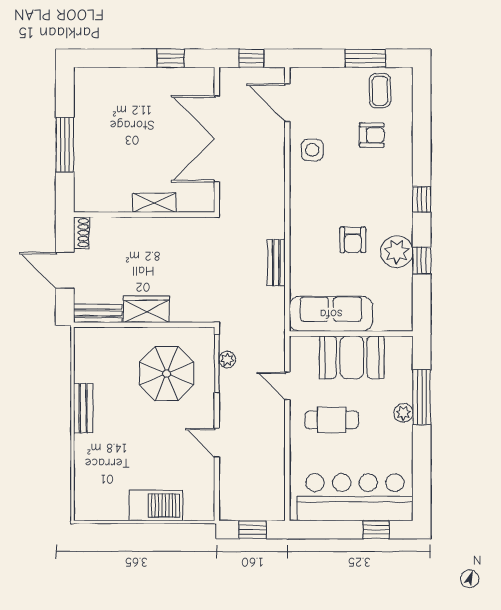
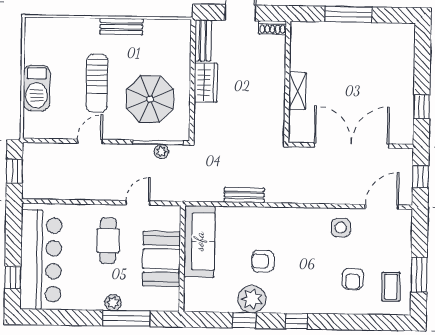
coffee table: (380, 91) -> (391, 287), turned 90
sun lounger: (149, 435) -> (97, 83), added

